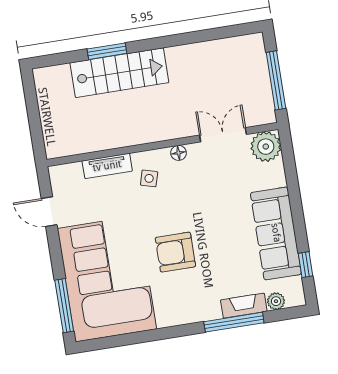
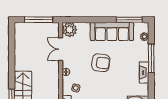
armchair: (175, 252) -> (101, 63), moved, turned -83
window: (305, 265) -> (129, 20), width x2.17
fireplace: (244, 306) -> (144, 72), moved

